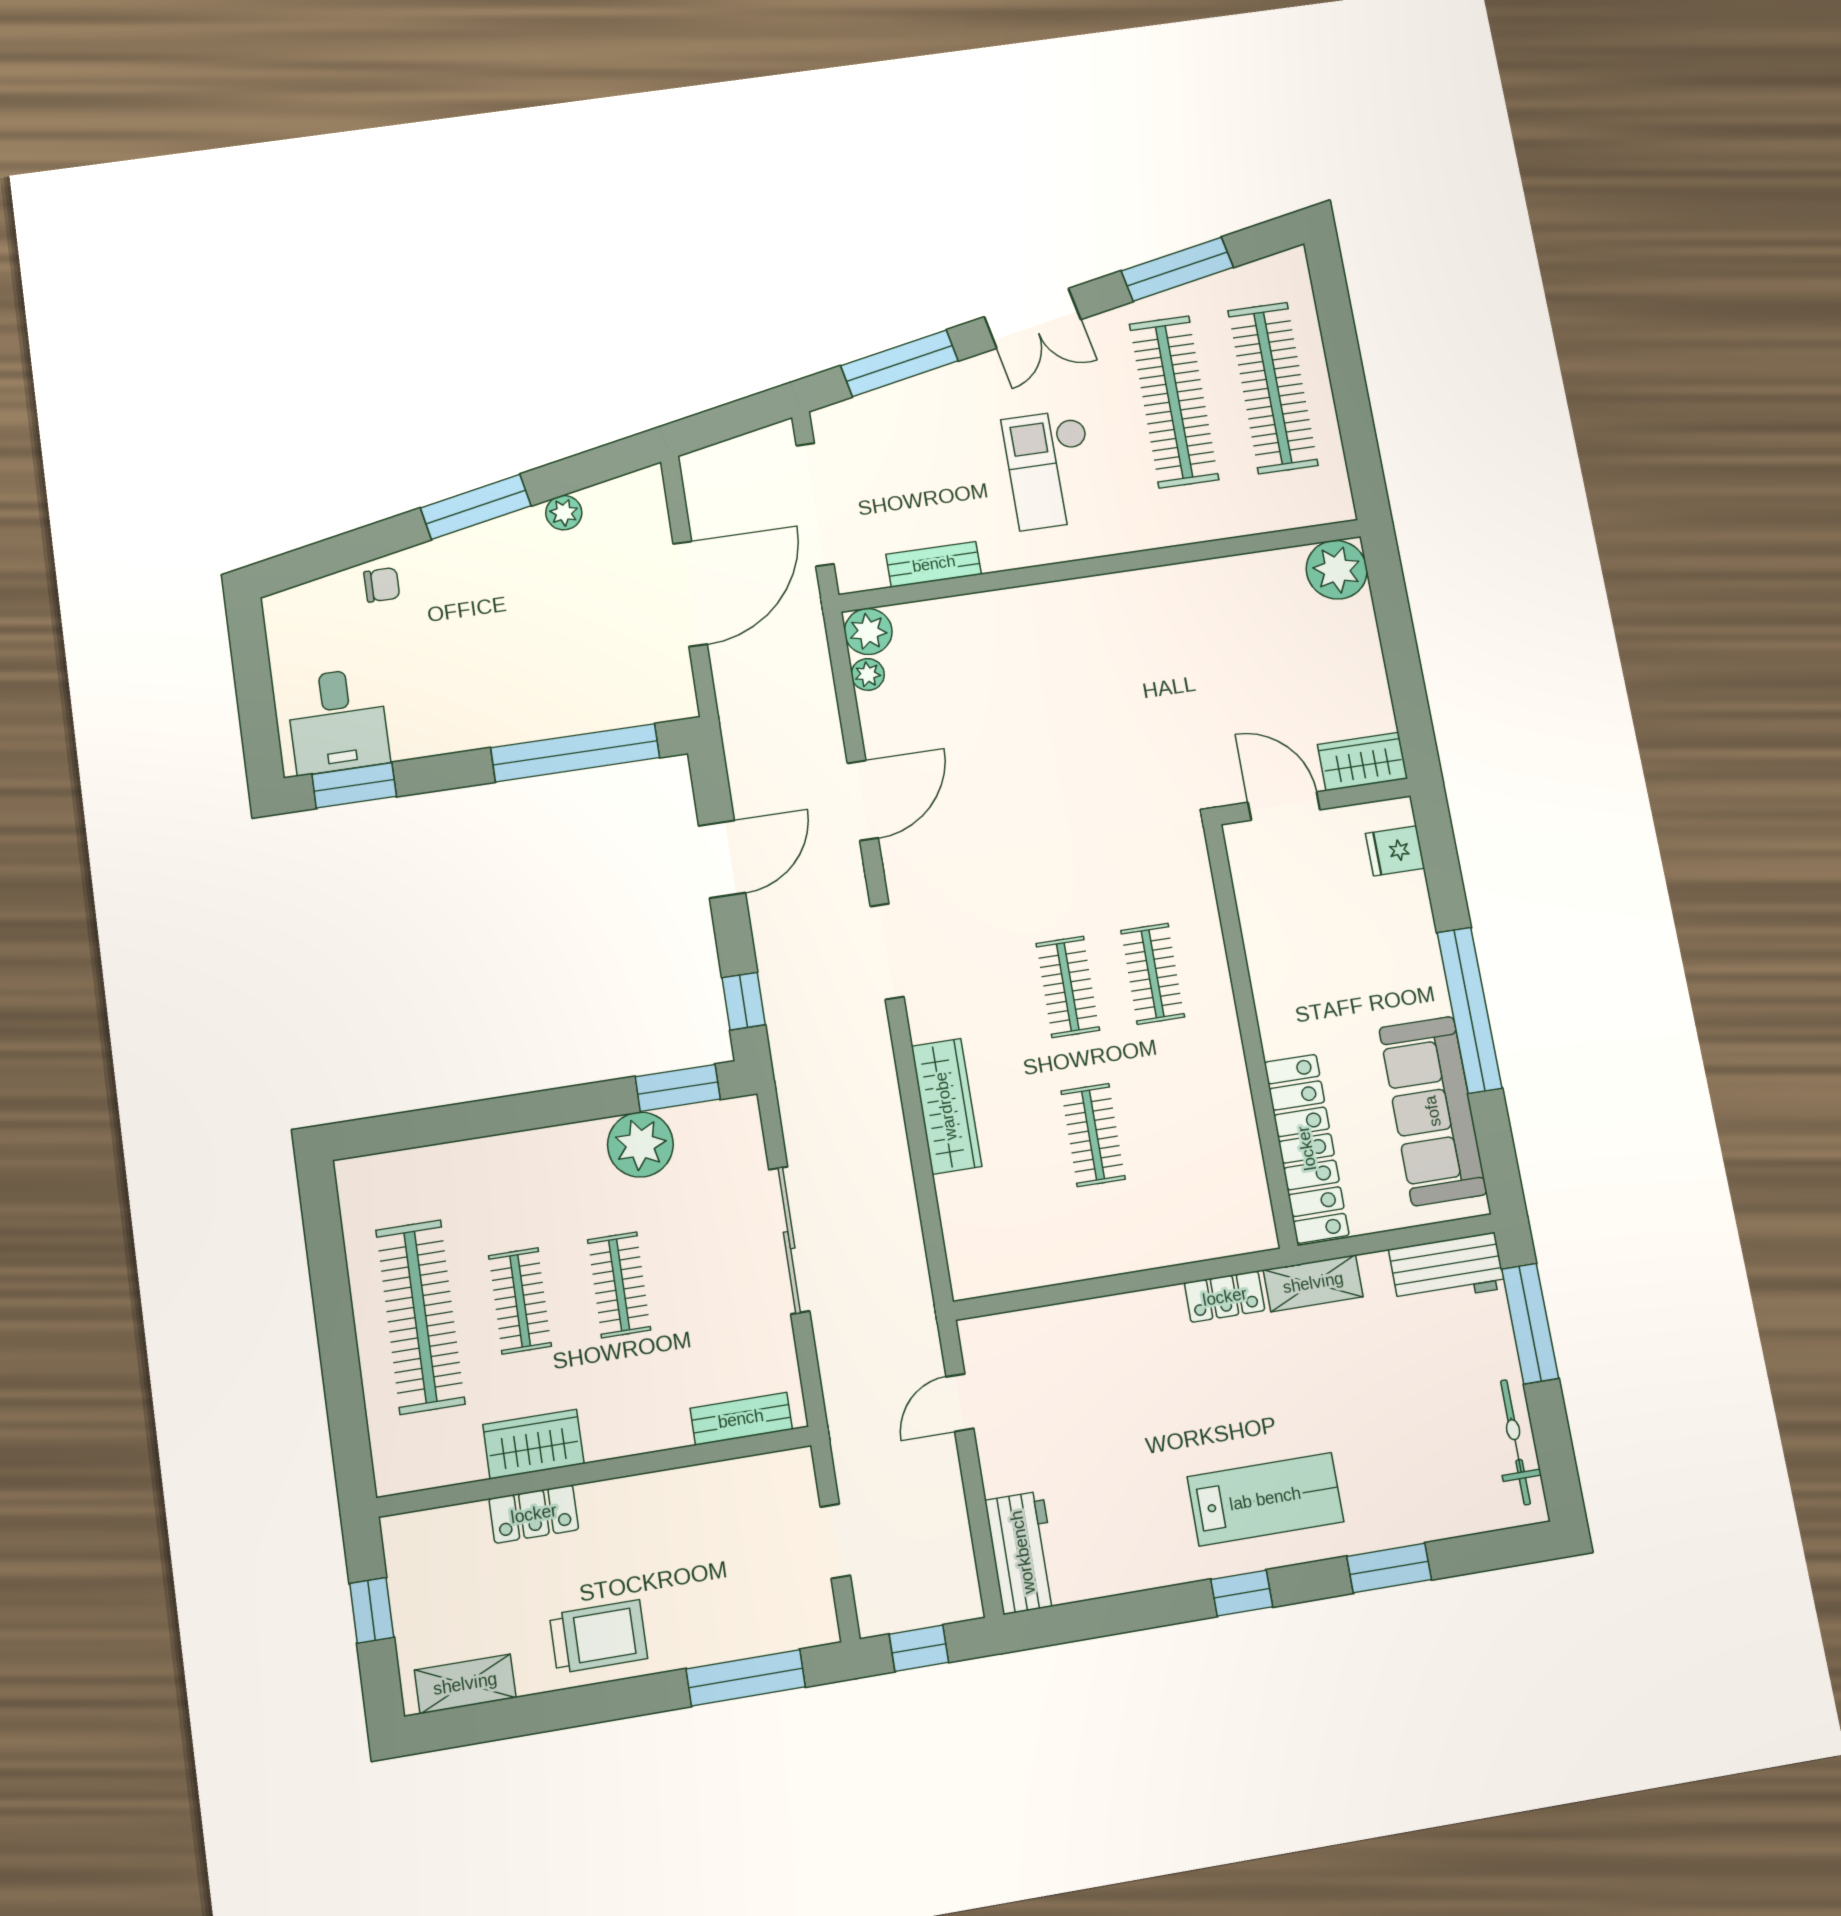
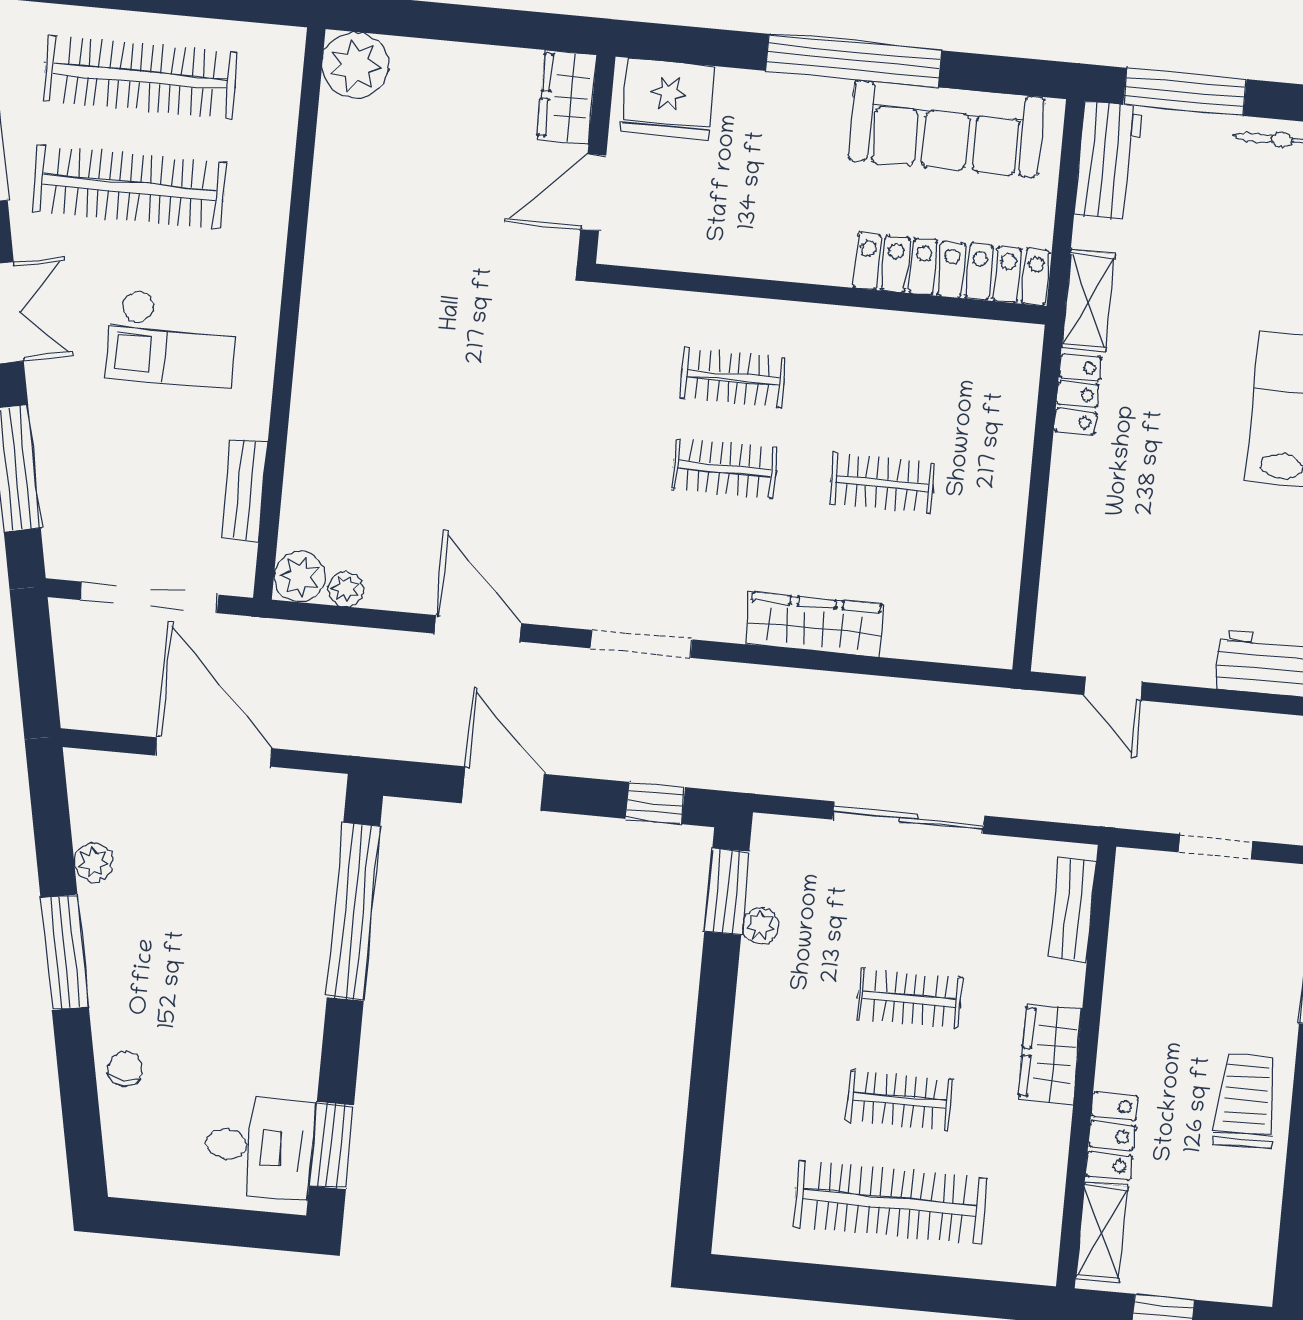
fridge: (1395, 851) -> (668, 99), width x1.88, depth x1.34
plant: (640, 1145) -> (760, 926), width x0.53, depth x0.53
wardrobe: (533, 1444) -> (1050, 1054), moved
shelving: (465, 1684) -> (1102, 1233), moved

